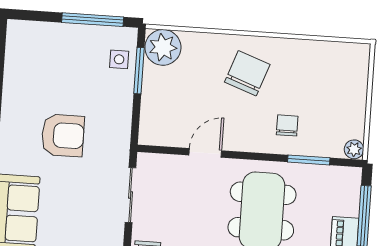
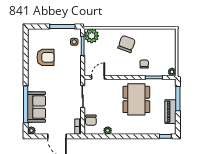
armchair: (63, 135) -> (46, 57), moved
door: (205, 153) -> (98, 77), moved

